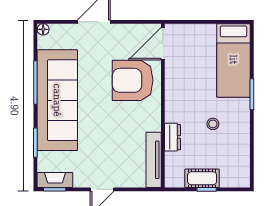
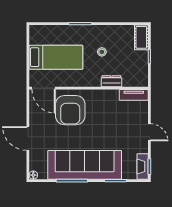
bed: (233, 60) -> (56, 57), moved
tv unit: (154, 160) -> (134, 95), width x0.71
cot: (202, 178) -> (141, 37), moved

